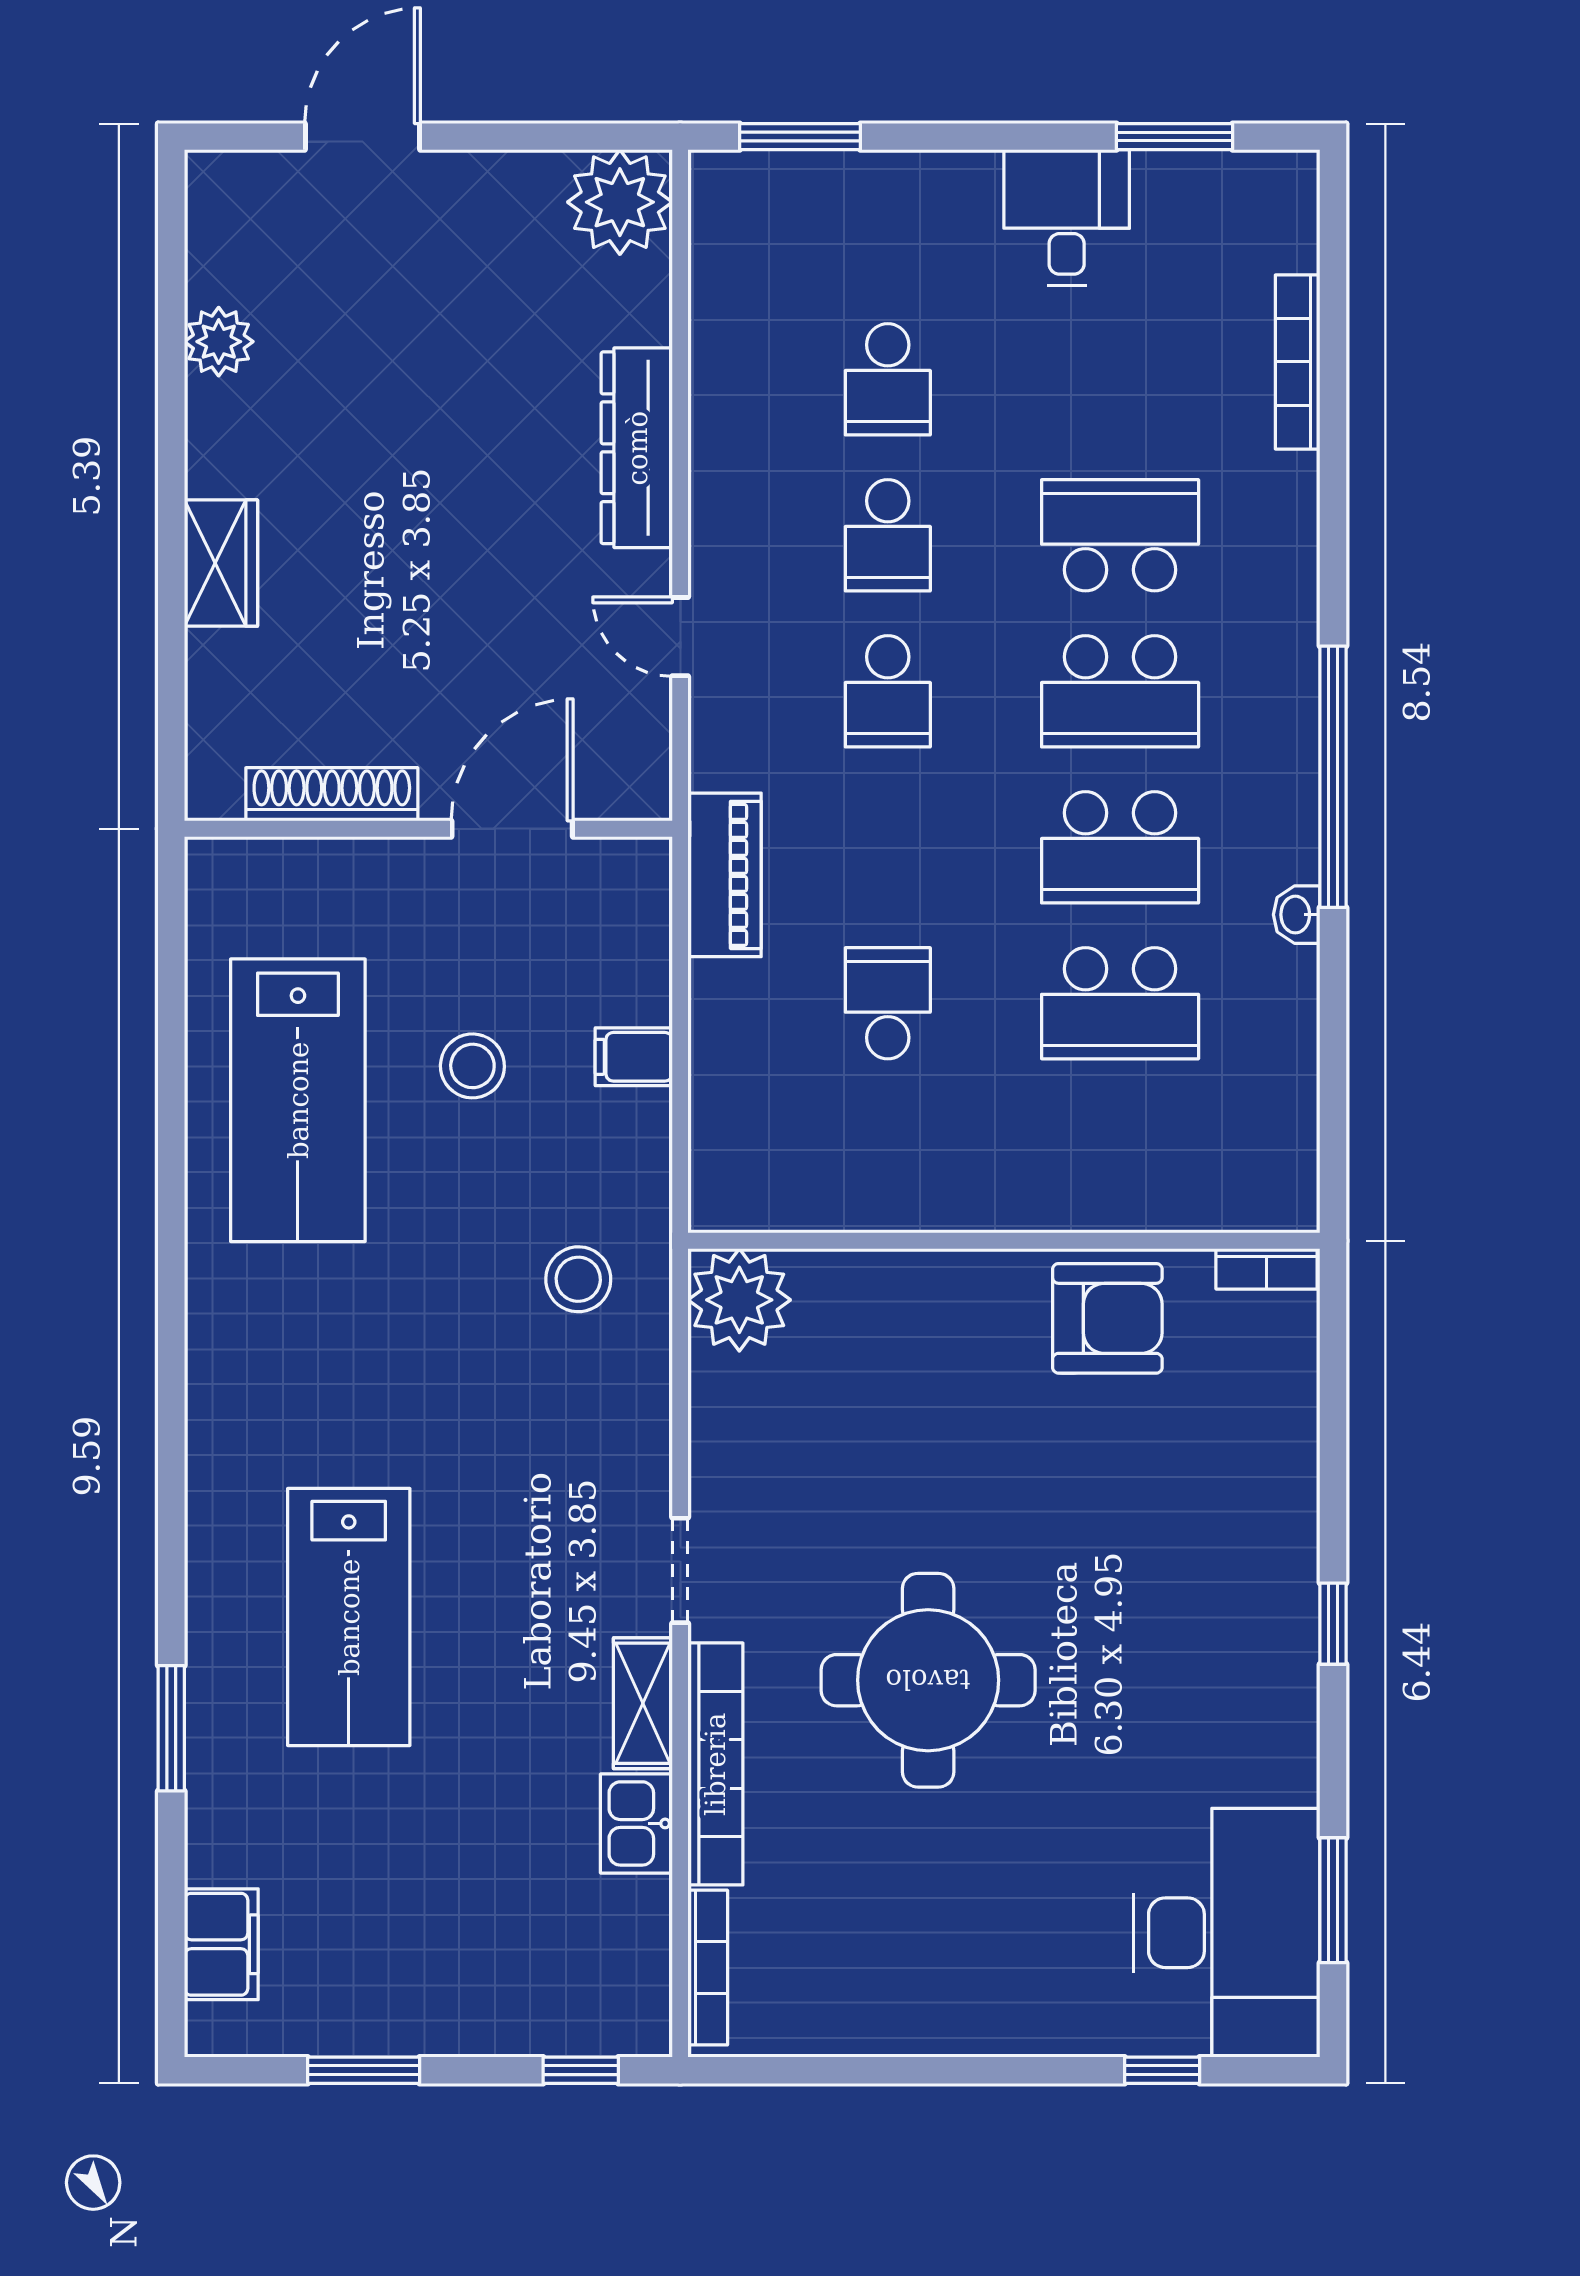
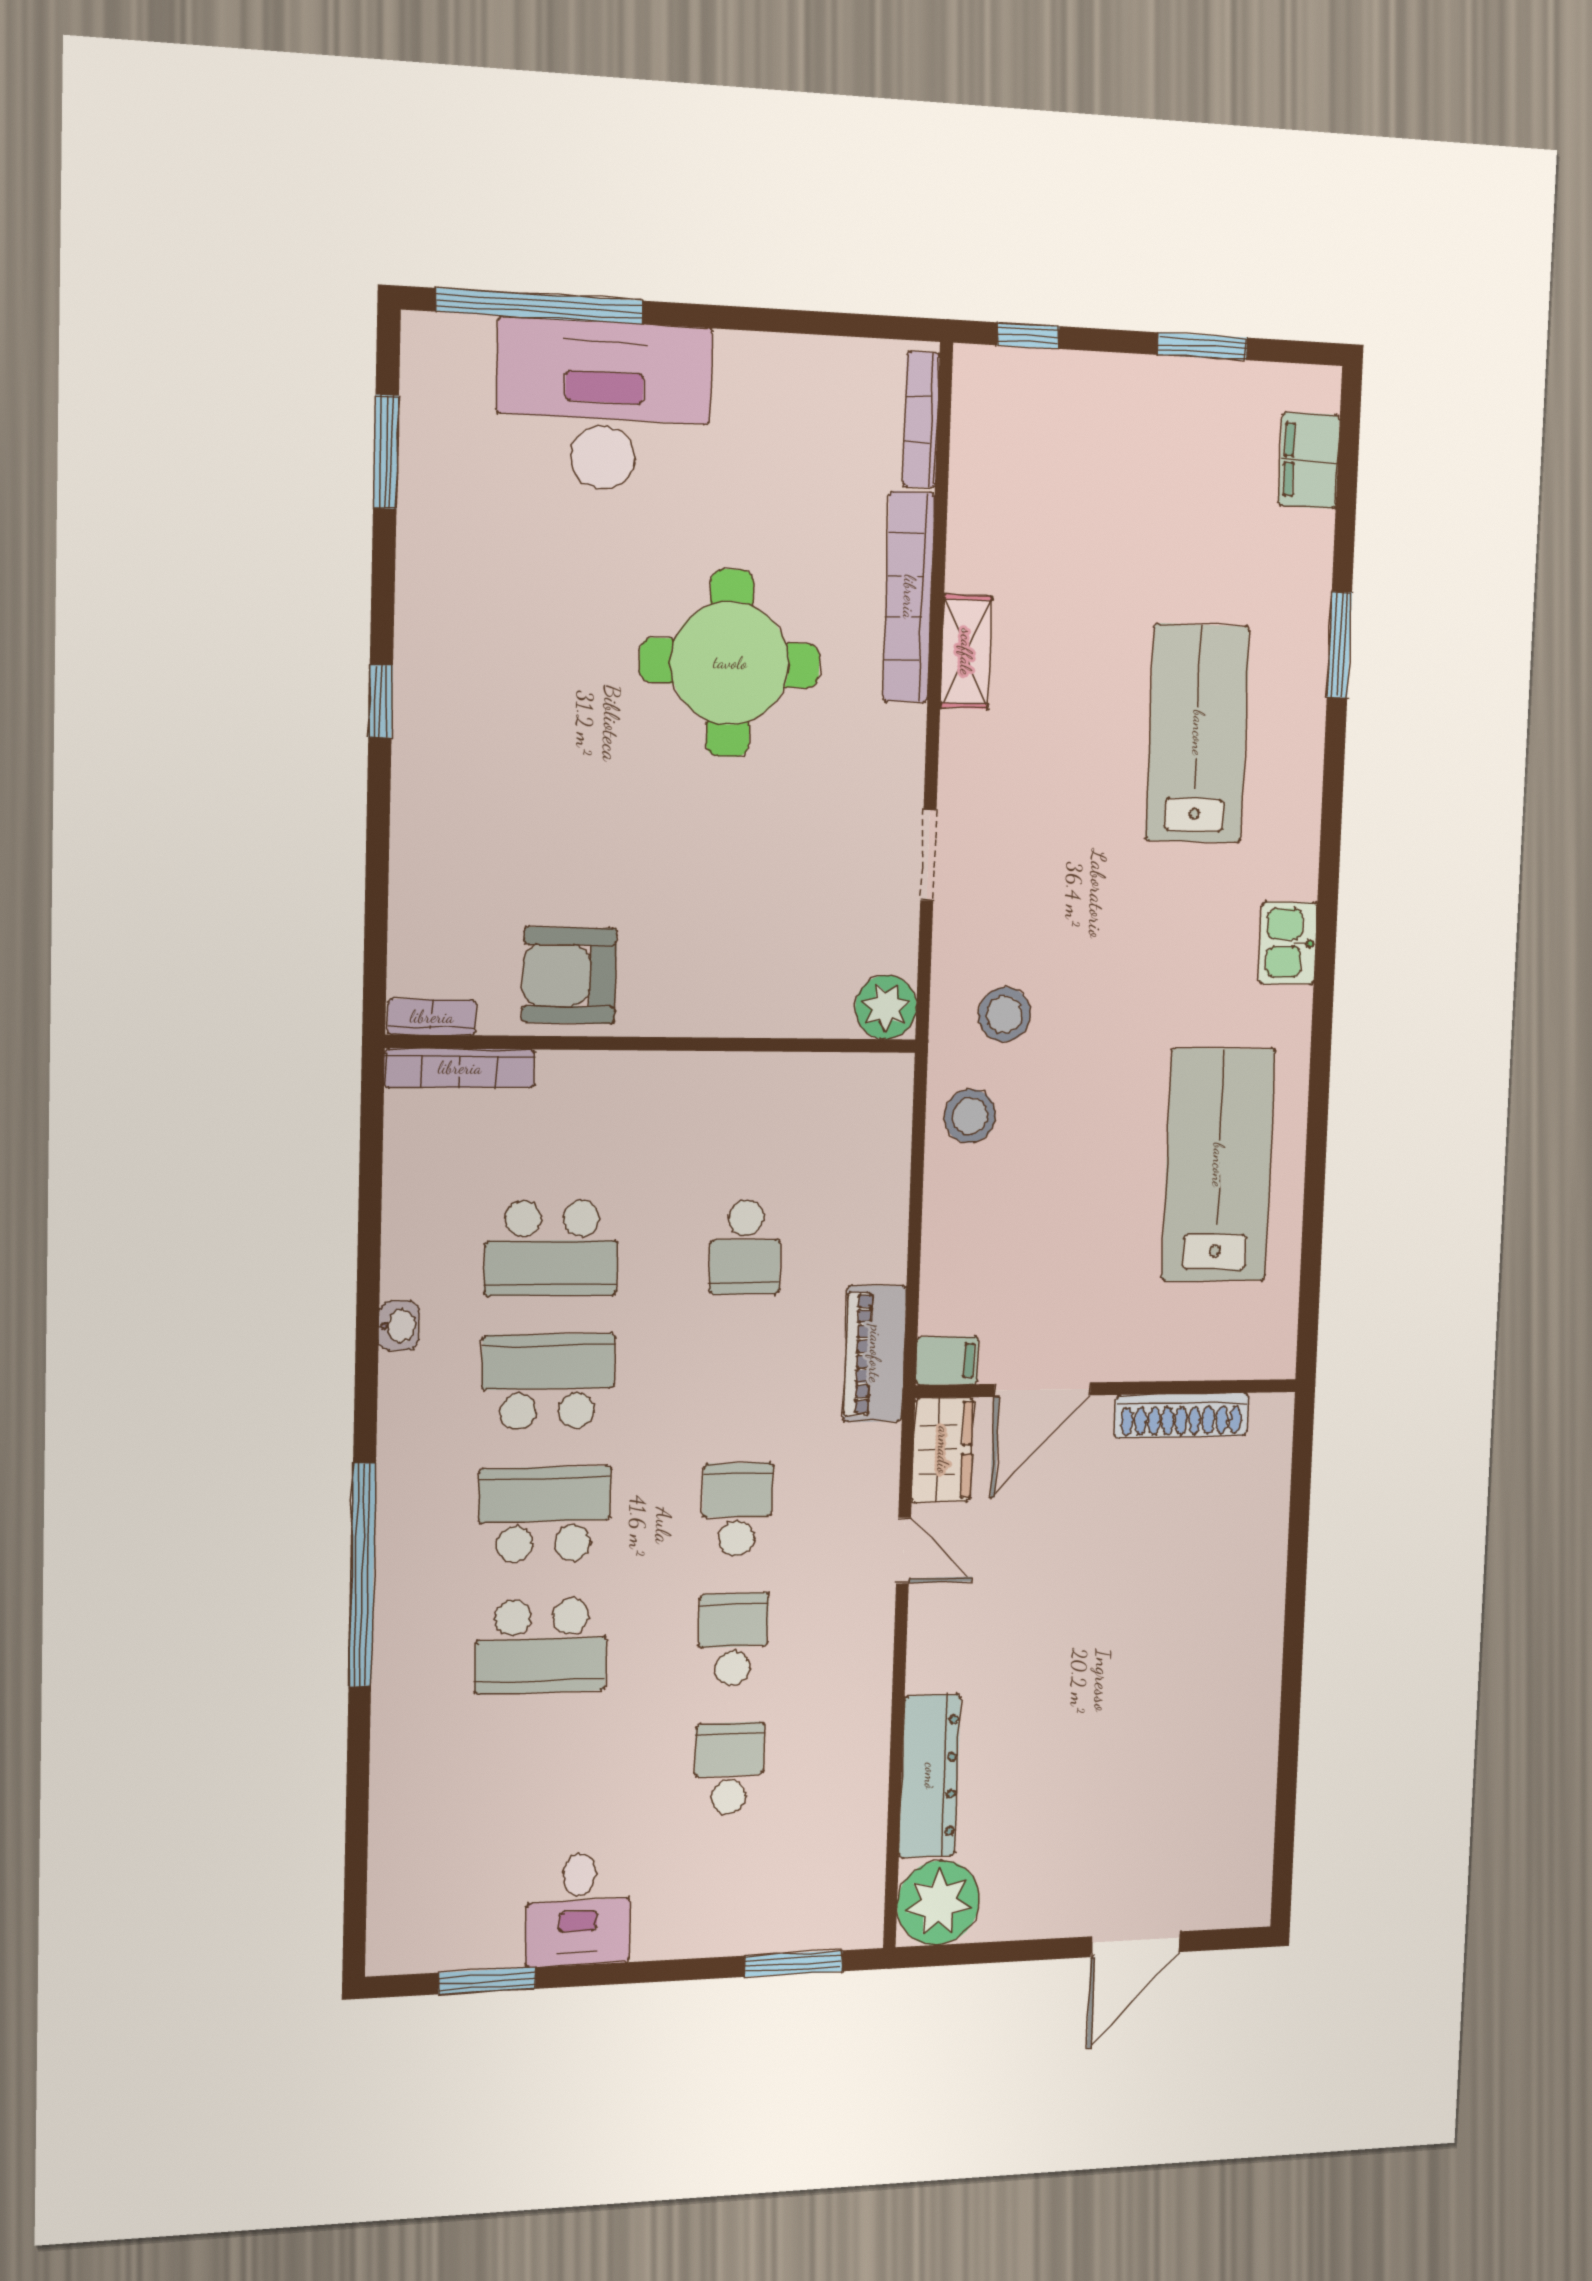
plant: (219, 342) -> (1251, 1776), removed
bookcase: (1298, 362) -> (460, 1068), moved, turned 90
dresser: (637, 448) -> (930, 1776), moved
wardrobe: (221, 563) -> (943, 1450), moved, turned 180
window: (1333, 777) -> (362, 1575), moved
school desk: (1120, 1003) -> (552, 1248), turned 180
filing cabinet: (634, 1057) -> (947, 1361), moved
stool: (472, 1066) -> (970, 1116), moved
plant: (739, 1300) -> (886, 1007), width x0.73, depth x0.73
doorway: (680, 1570) -> (928, 855), moved
kitchen sink: (636, 1823) -> (1288, 943), moved, turned 180
desk: (1227, 1933) -> (604, 406), moved, turned 90
window: (1162, 2070) -> (539, 306), width x3.17

